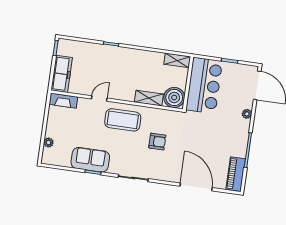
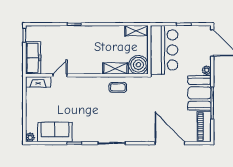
door: (99, 99) -> (60, 75), moved
coffee table: (123, 120) -> (118, 87), moved, width x0.54, depth x0.58
booth: (236, 137) -> (199, 93), added
armchair: (157, 142) -> (129, 107), removed
plant: (48, 143) -> (30, 137), moved
sofa: (90, 160) -> (55, 132), moved

